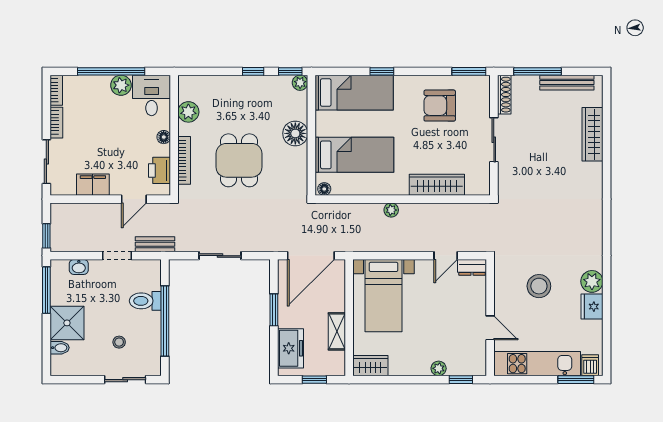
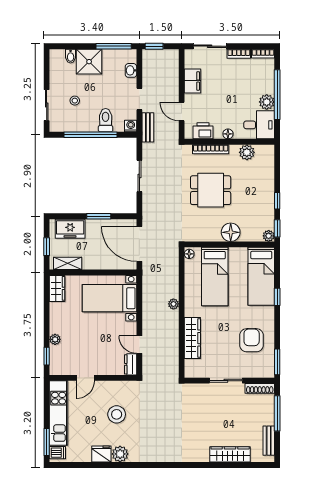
bench: (567, 83) -> (269, 441), width x0.73
washing machine: (153, 267) -> (131, 126), added
shelving: (337, 331) -> (68, 263), moved

